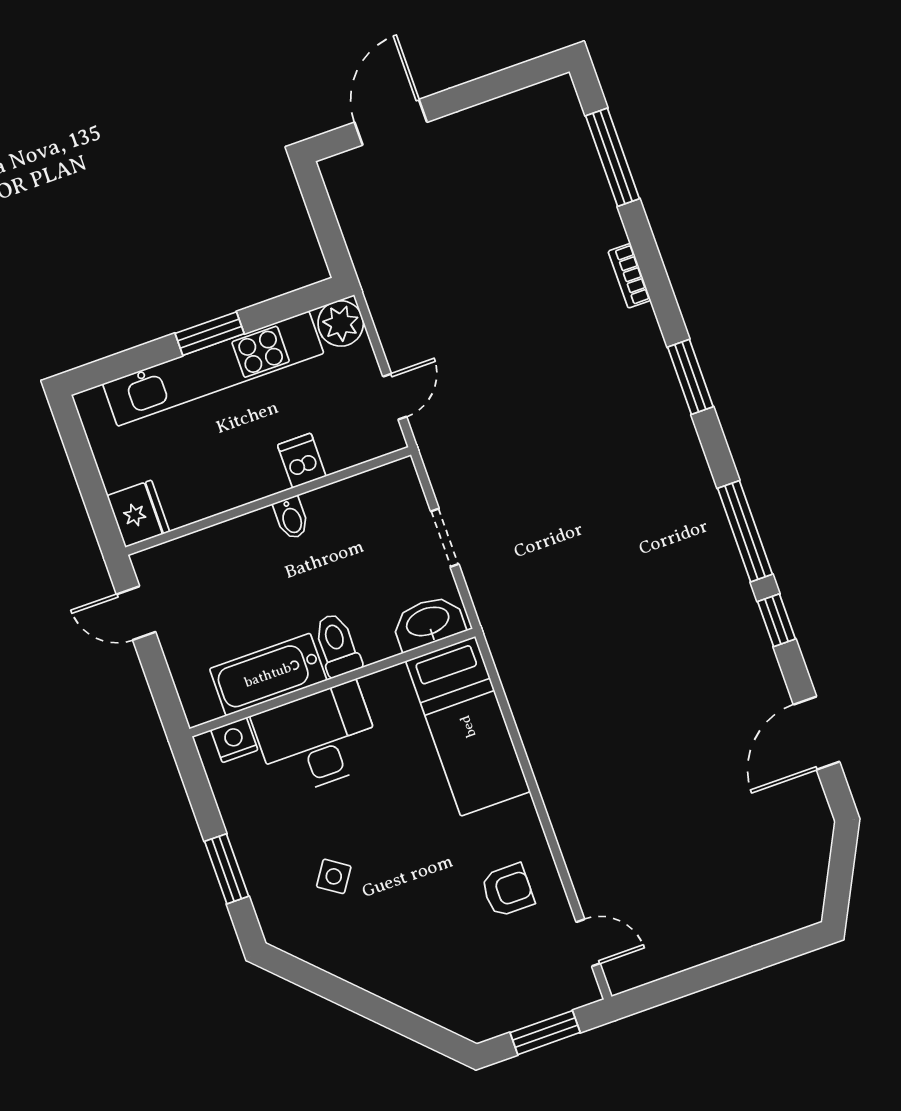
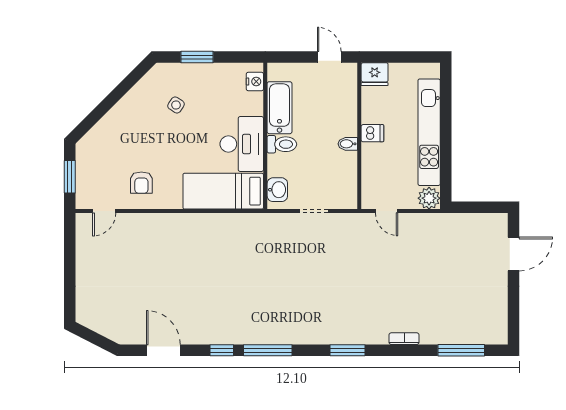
door: (391, 122) -> (513, 254), hinge flipped
window: (210, 334) -> (446, 136), removed
dishwasher: (302, 461) -> (372, 133), moved
door: (136, 613) -> (329, 57), hinge flipped
washbasin: (428, 623) -> (277, 190), width x0.72
desk: (317, 739) -> (242, 144), moved

